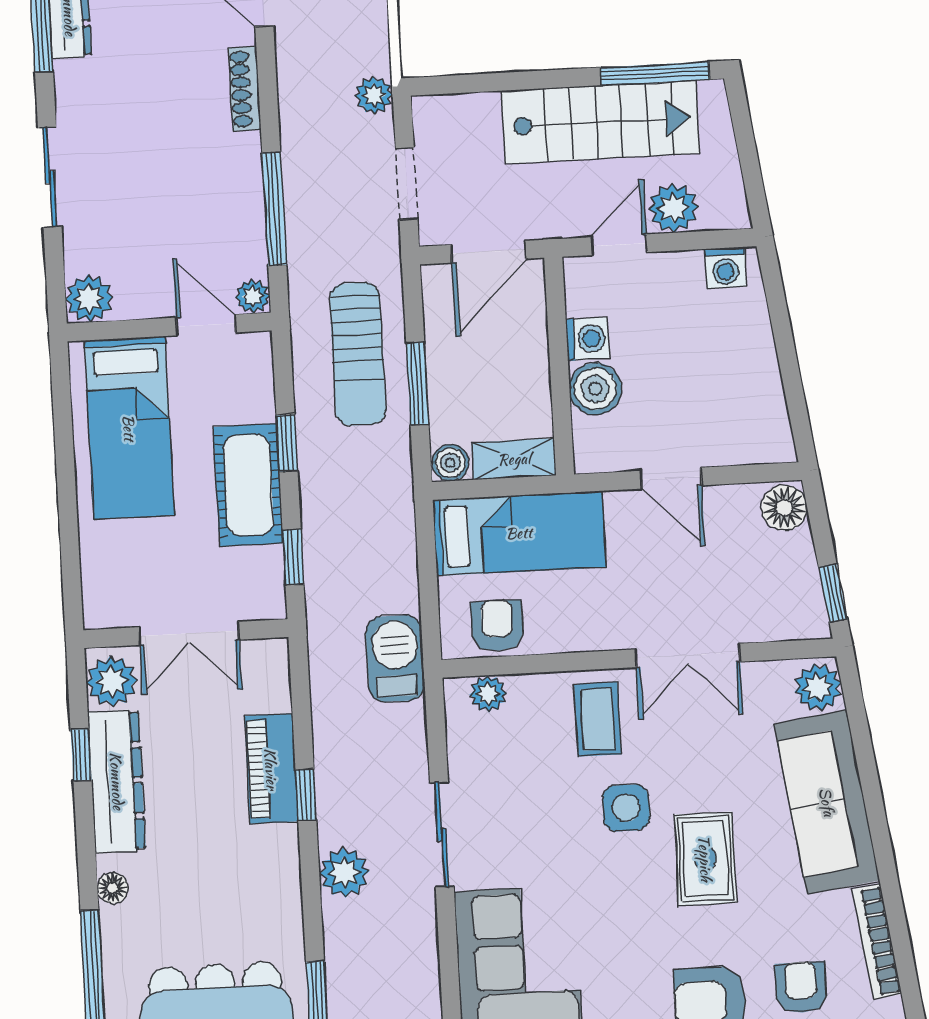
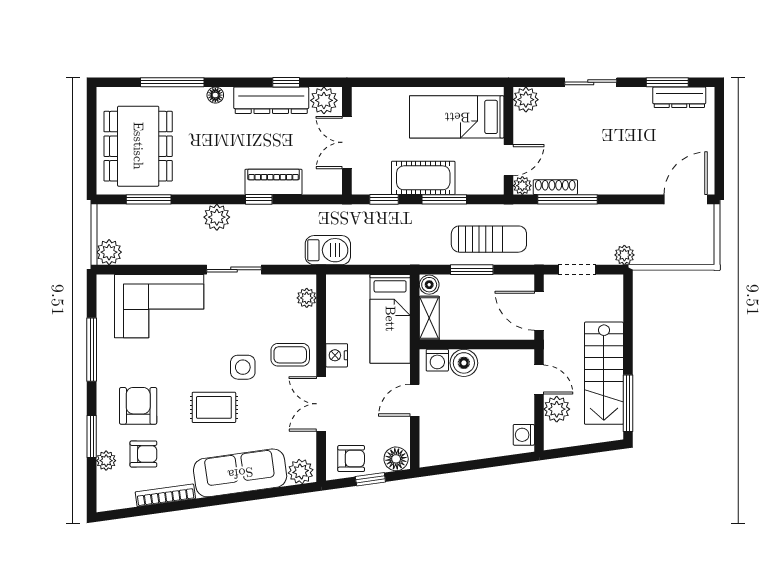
shoe rack: (245, 89) -> (555, 187), moved
washing machine: (587, 339) -> (437, 360), moved
sun lounger: (358, 354) -> (489, 239), turned 180
window: (287, 443) -> (444, 199), width x1.50
window: (833, 593) -> (370, 479), moved
armchair: (497, 626) -> (351, 459), moved
nightstand: (594, 631) -> (337, 355), added

